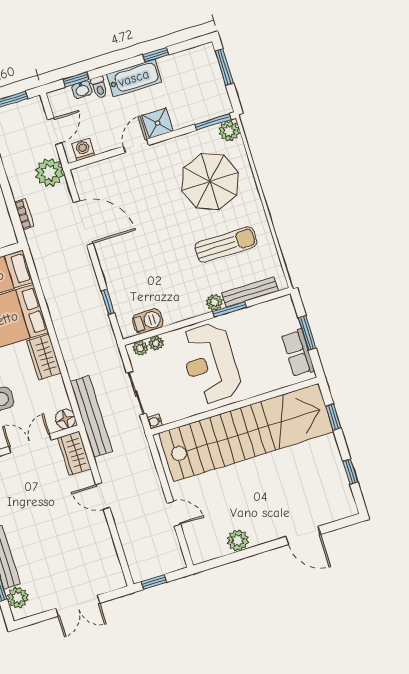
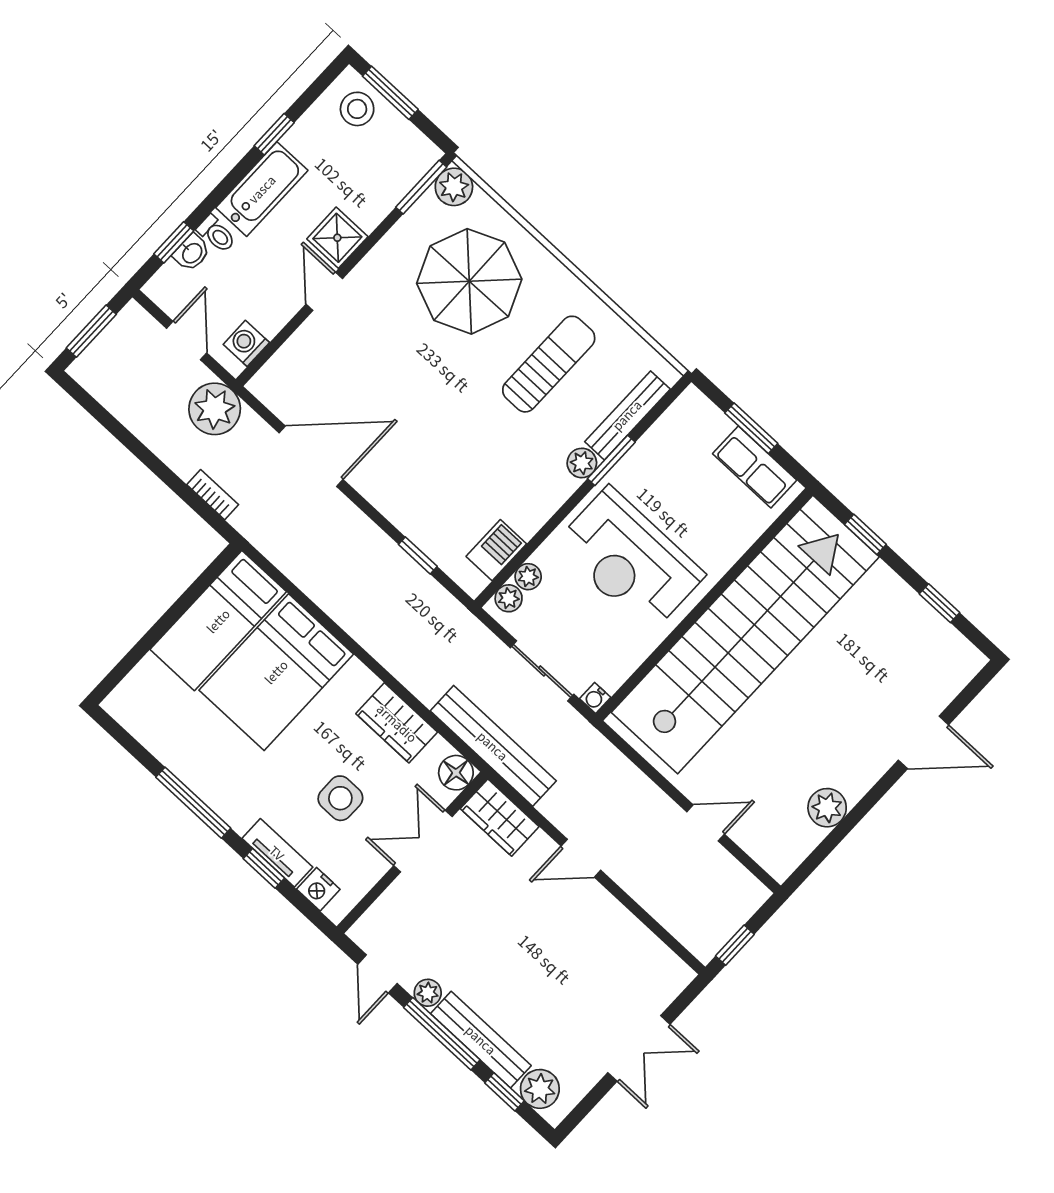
stool: (203, 66) -> (357, 109), added
wardrobe: (44, 357) -> (397, 723), moved

